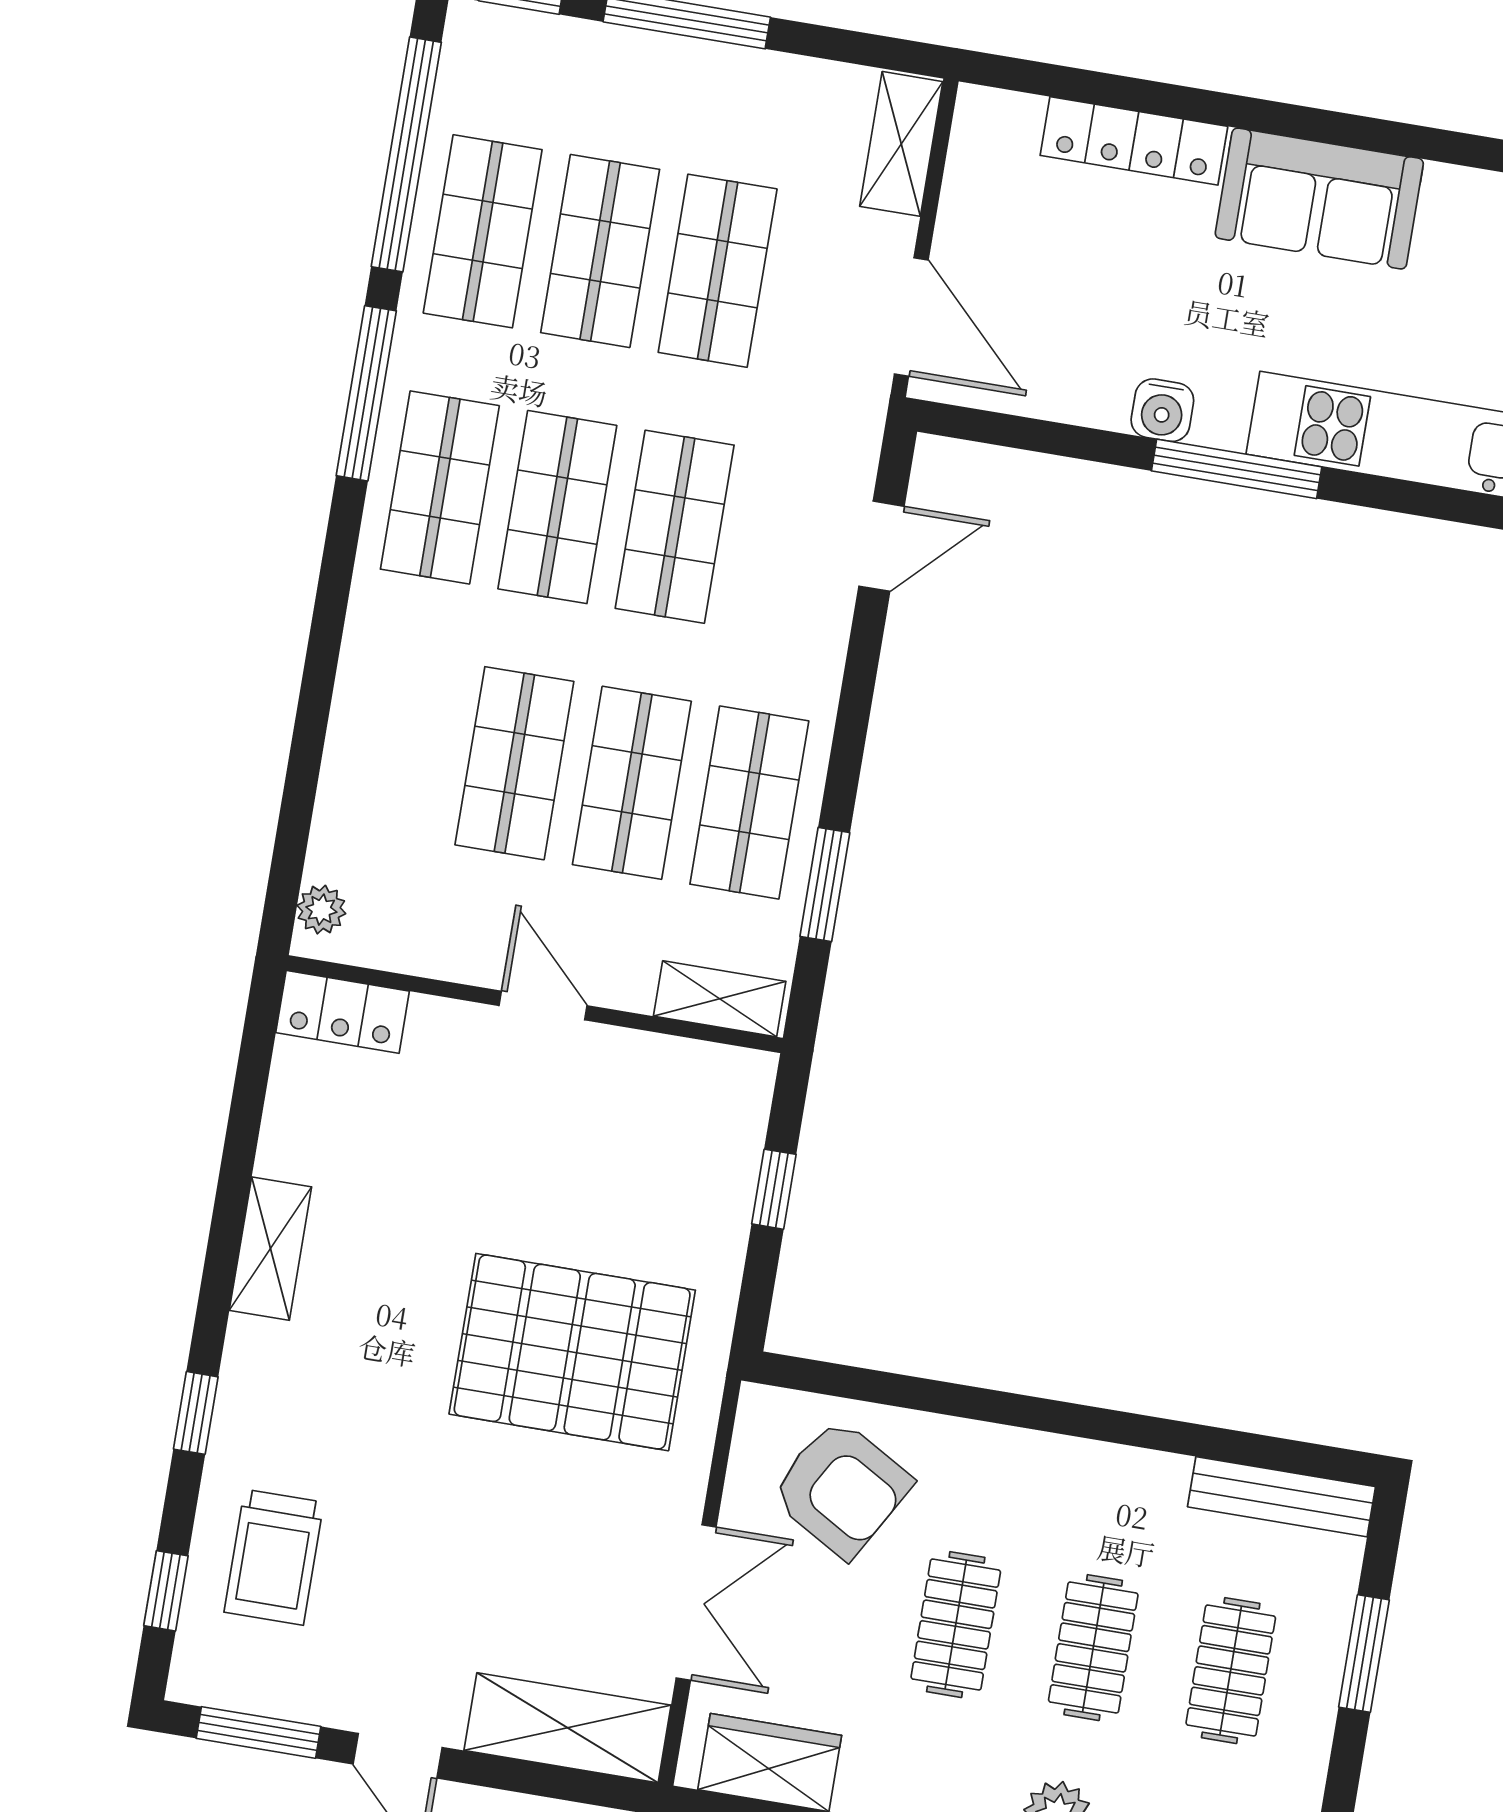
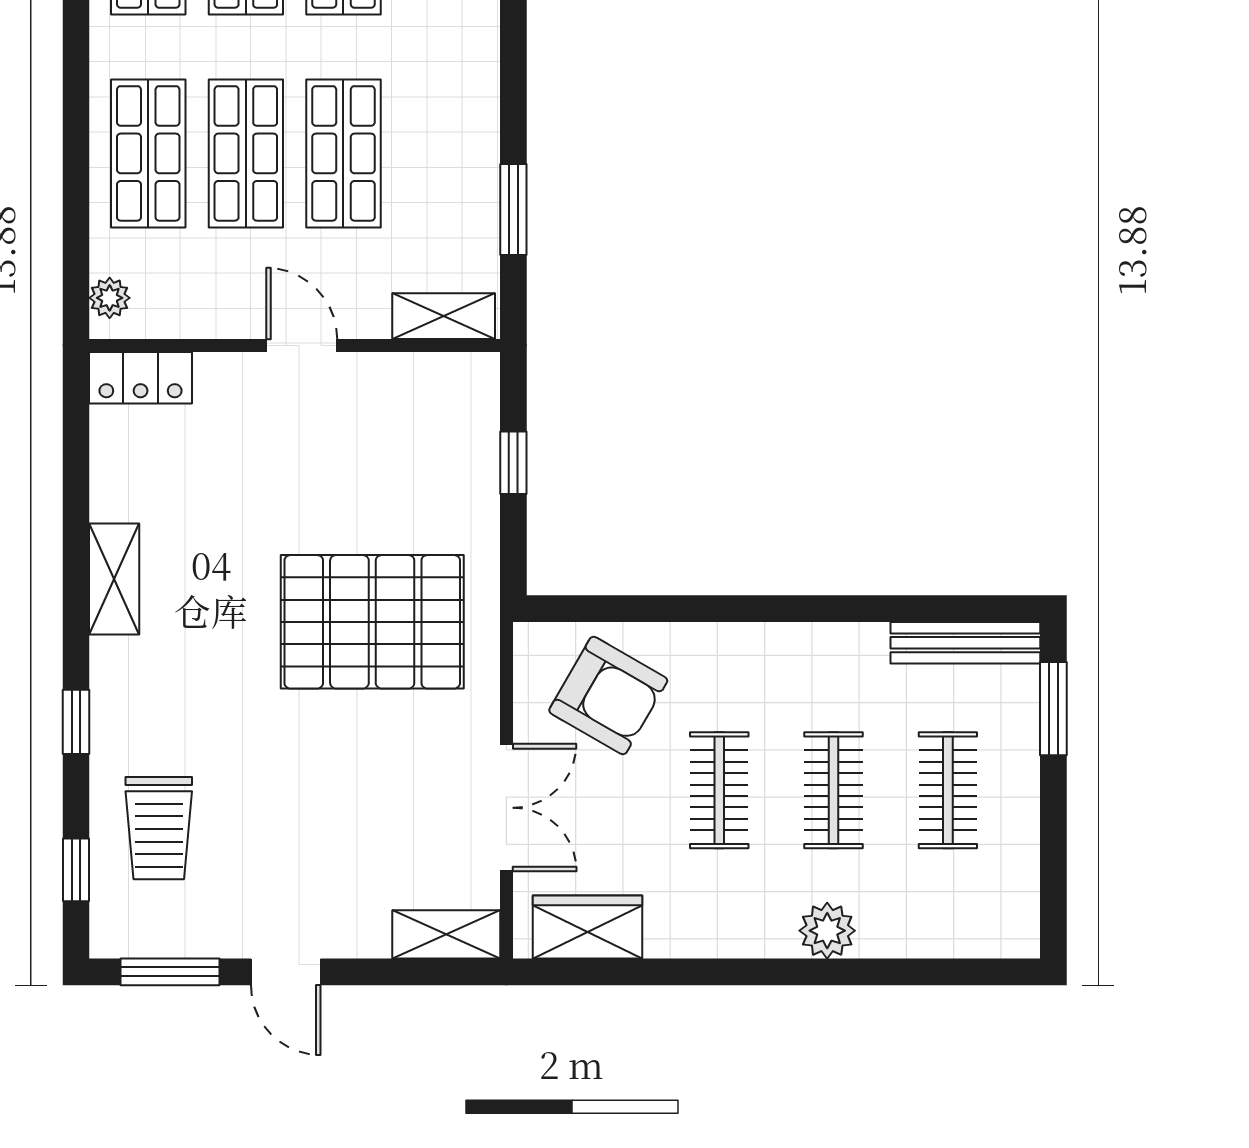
shop shelf: (749, 802) -> (148, 153), moved
window: (1364, 1653) -> (1053, 709), moved
shelving: (568, 1728) -> (446, 934), width x0.67, depth x0.75

